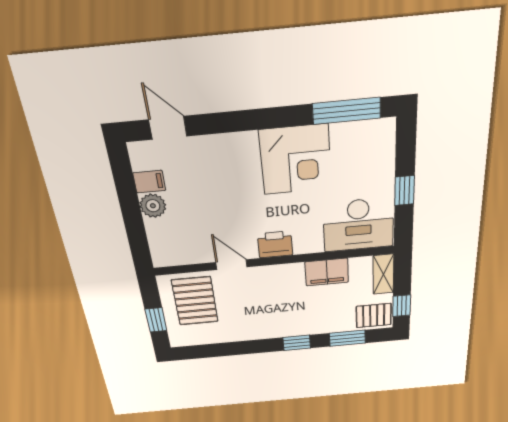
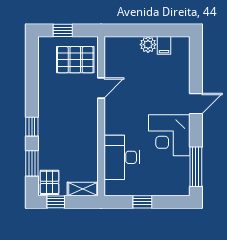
door: (168, 128) -> (196, 104), moved
desk: (358, 225) -> (122, 157), moved
printer: (275, 244) -> (113, 118), removed
filing cabinet: (327, 272) -> (89, 151), removed

